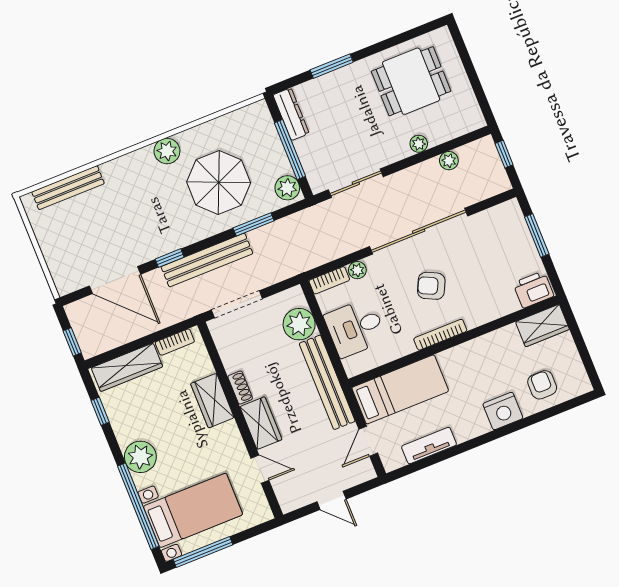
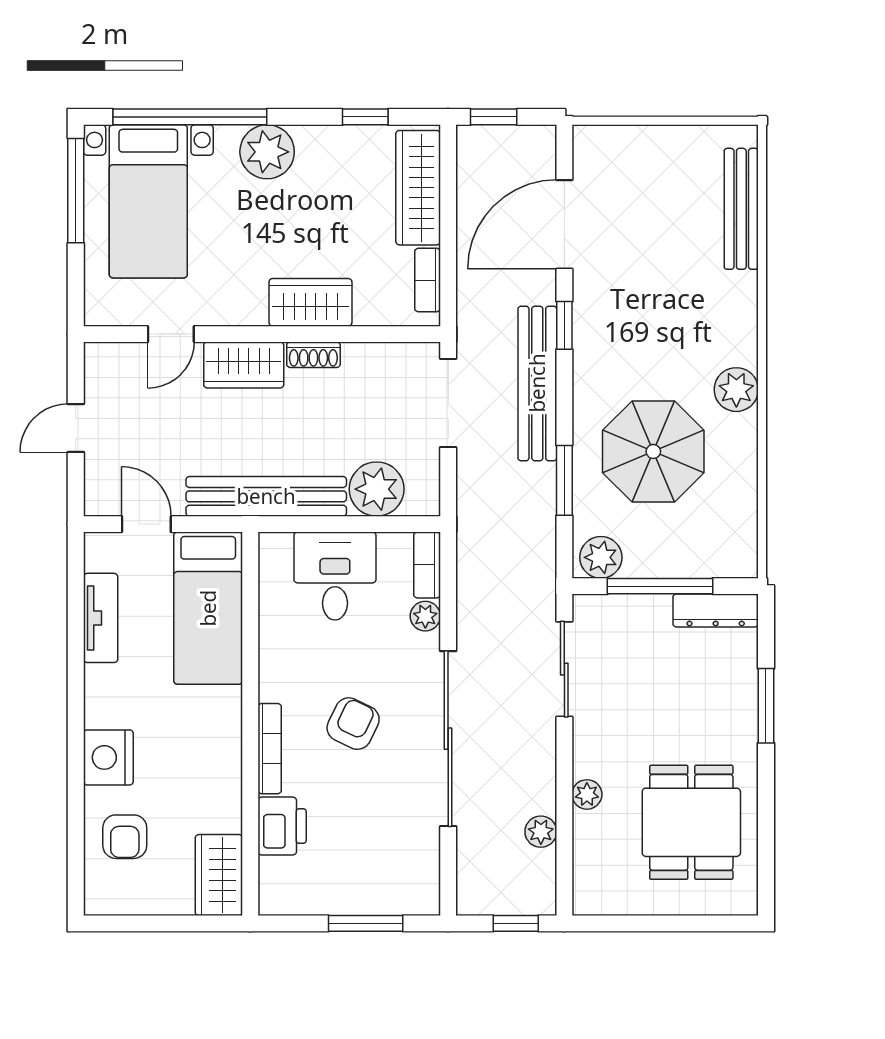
printer: (533, 289) -> (282, 826), moved
bookcase: (440, 335) -> (270, 749), moved
armchair: (542, 385) -> (125, 837), turned 90

